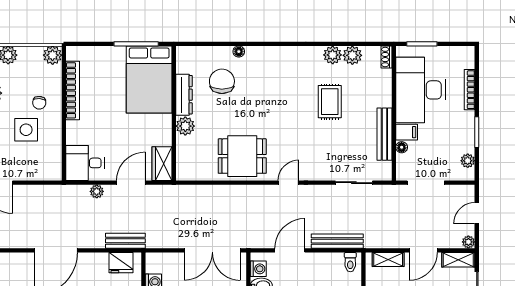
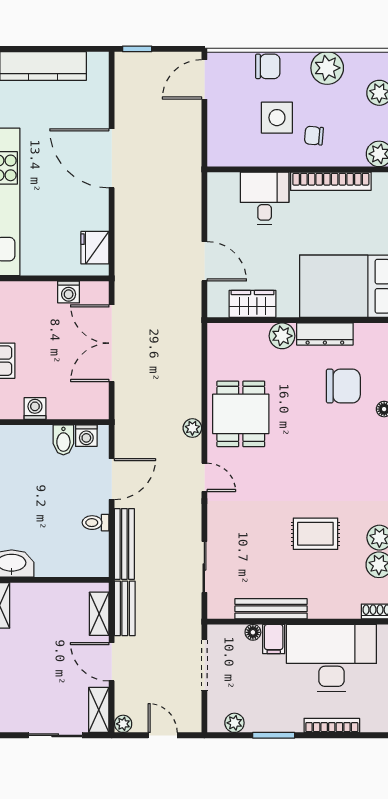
desk: (85, 163) -> (265, 198), moved
wardrobe: (162, 164) -> (253, 304), moved
plant: (97, 191) -> (192, 428), moved
bench: (125, 241) -> (125, 608), moved
double door: (212, 250) -> (112, 343), moved
door: (290, 250) -> (112, 479), hinge flipped
toilet: (350, 262) -> (96, 523), moved

